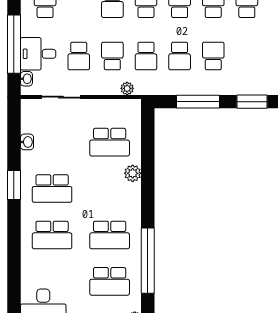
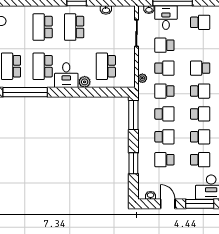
school desk: (180, 56) -> (164, 114), turned 180
school desk: (247, 56) -> (164, 160), added
window: (198, 102) -> (133, 115), moved
desk: (123, 200) -> (66, 75), added

